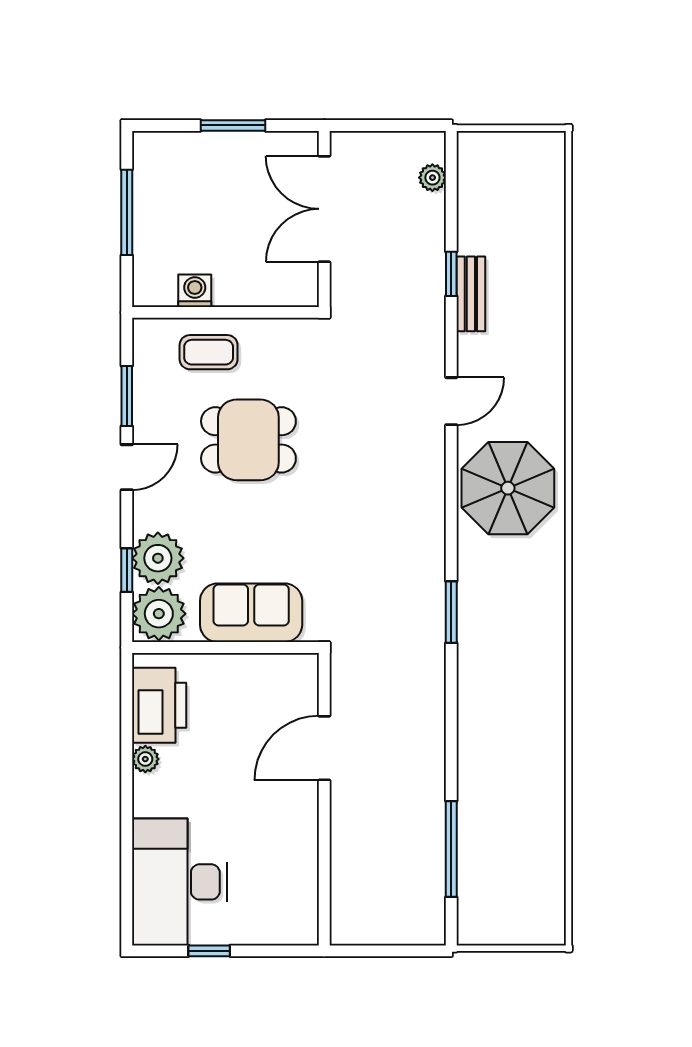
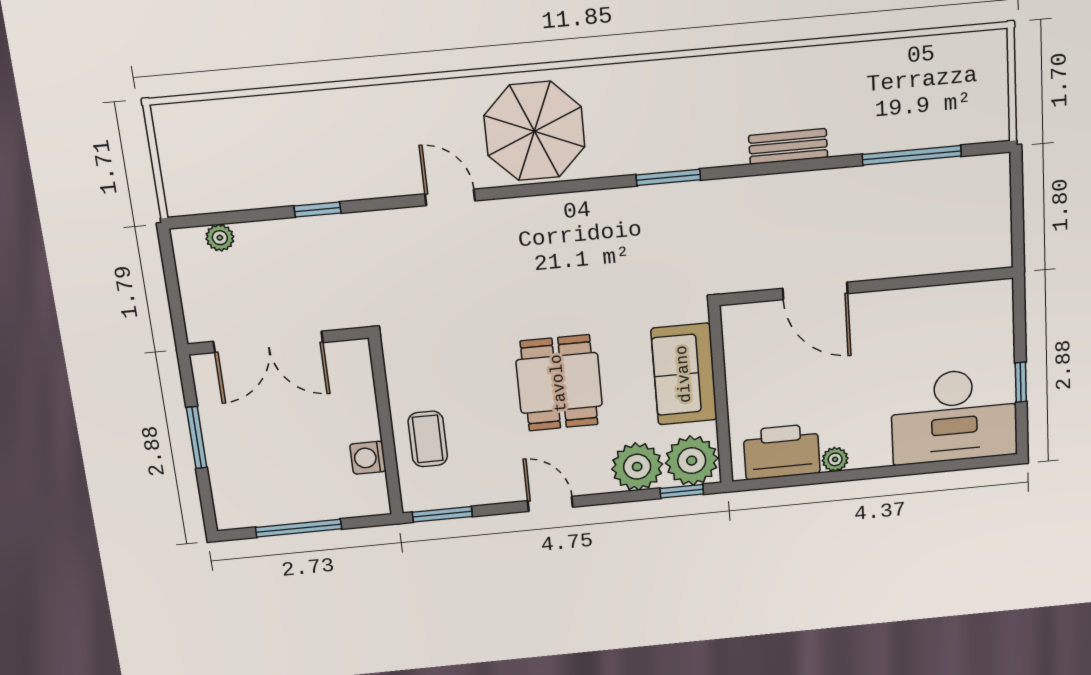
bench: (471, 294) -> (788, 146), moved
window: (127, 396) -> (442, 514), moved
dining table: (248, 440) -> (559, 383), moved
window: (127, 570) -> (682, 491), moved

